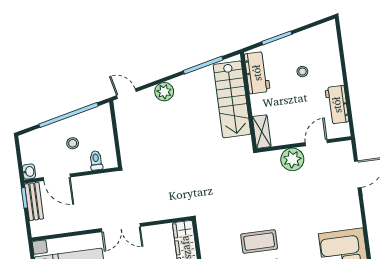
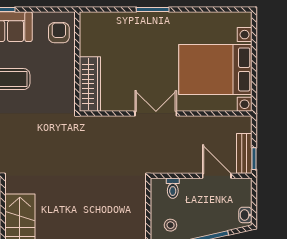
stool: (73, 143) -> (170, 225), moved
washbasin: (29, 172) -> (245, 215), moved

